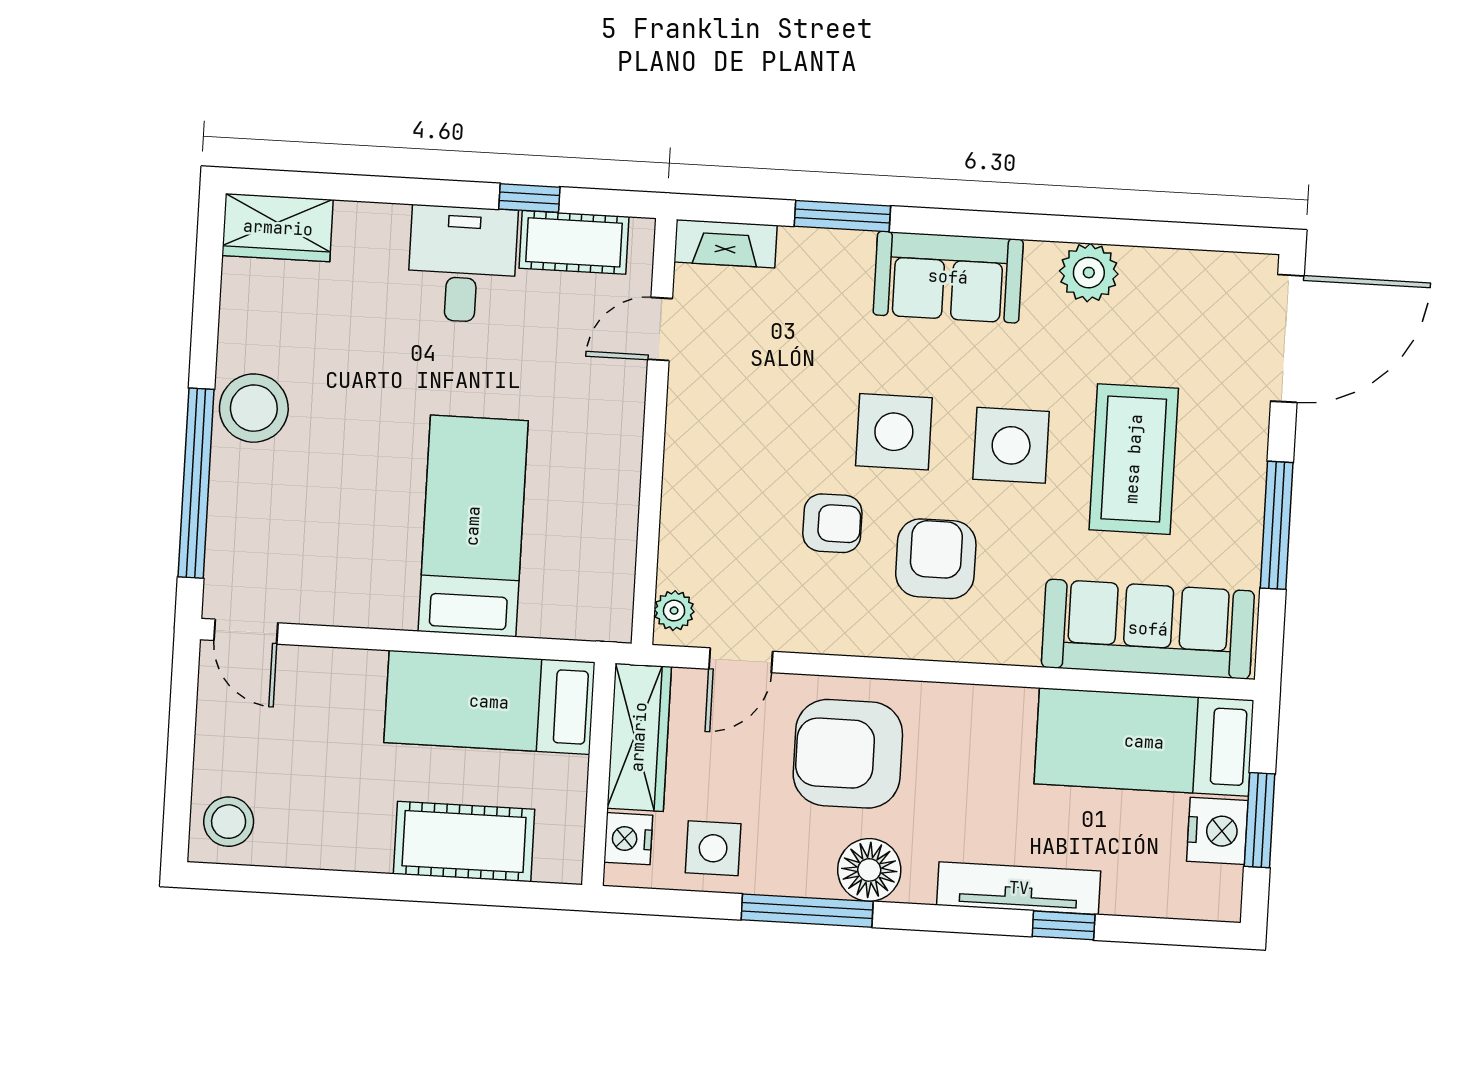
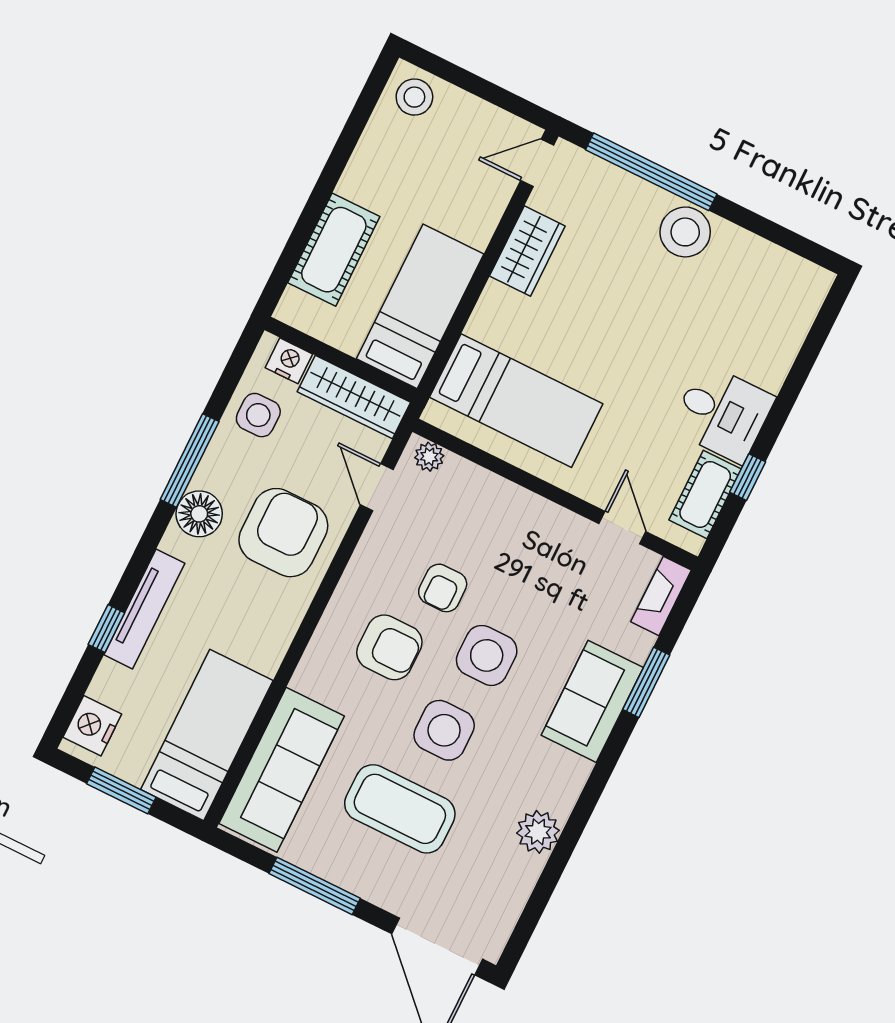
wardrobe: (278, 228) -> (527, 251), moved, turned 180
sofa: (948, 277) -> (592, 701), moved
bed: (473, 526) -> (516, 401), moved
nightstand: (1217, 831) -> (92, 726), moved, turned 90

